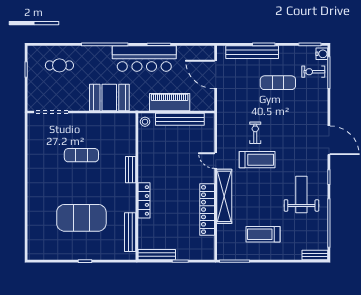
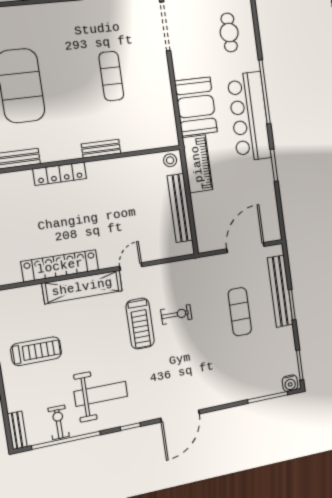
bar counter: (144, 58) -> (249, 117), moved
exercise bike: (313, 72) -> (59, 422), moved
exercise mat: (278, 83) -> (240, 312), moved
piano: (170, 102) -> (197, 164), moved
treadmill: (263, 234) -> (36, 351), turned 90

